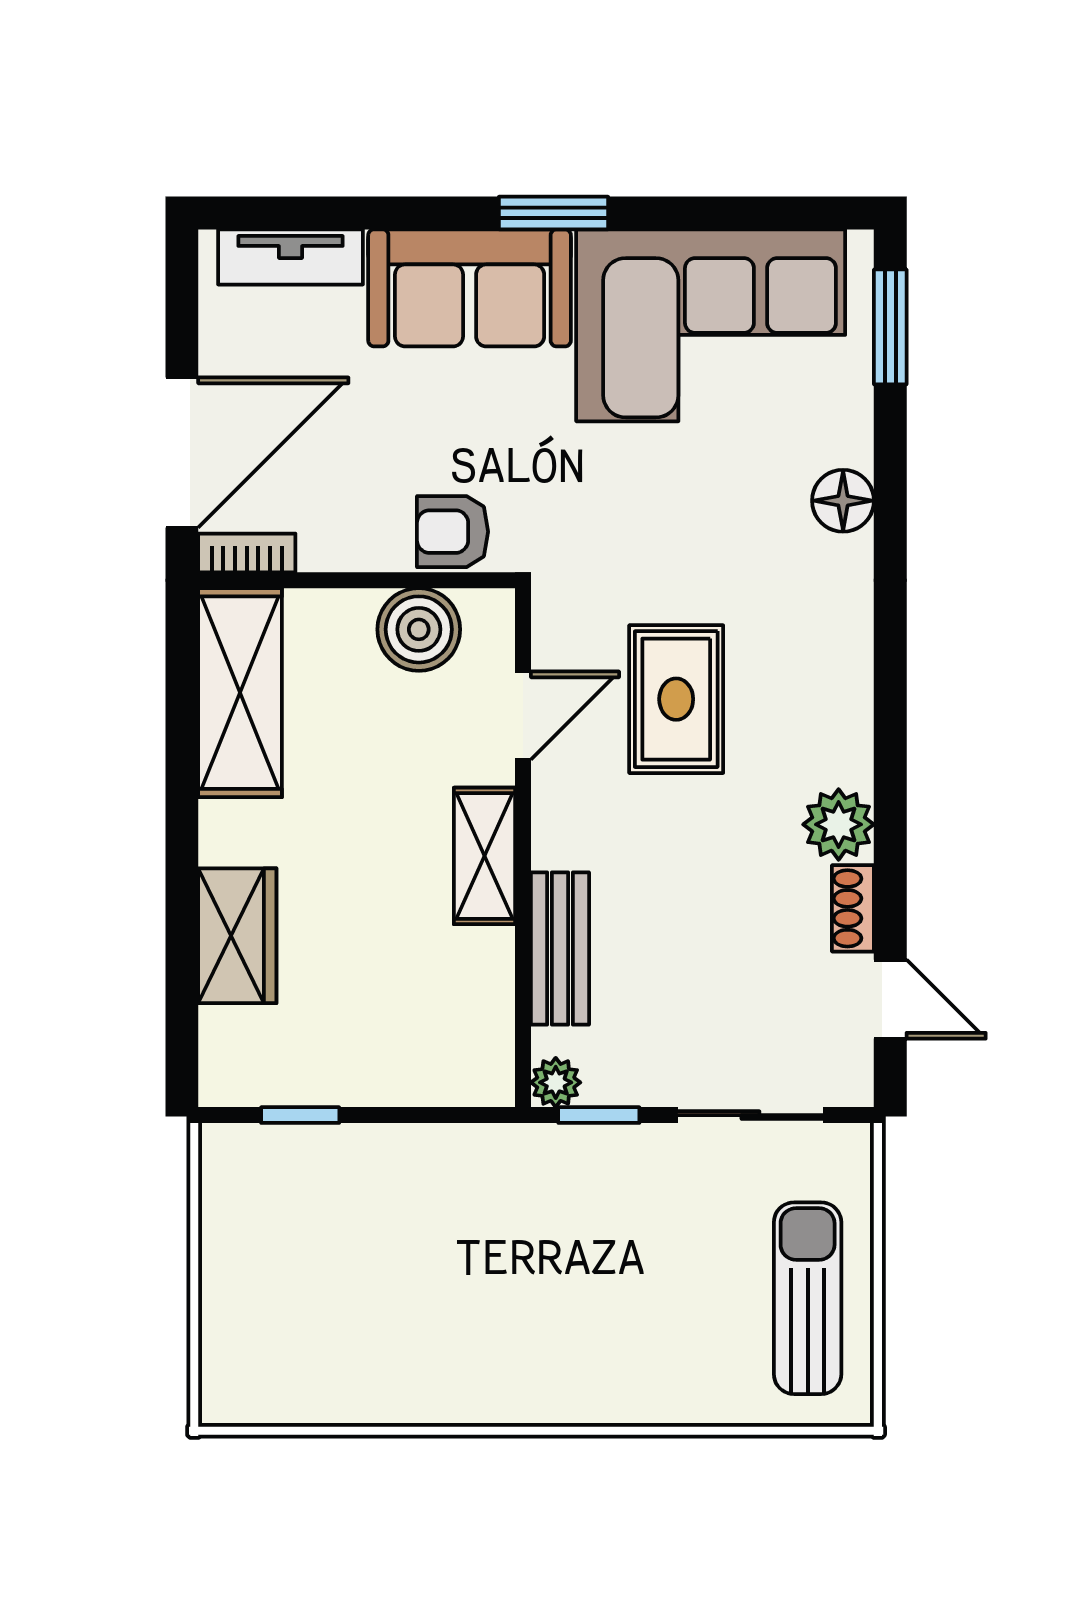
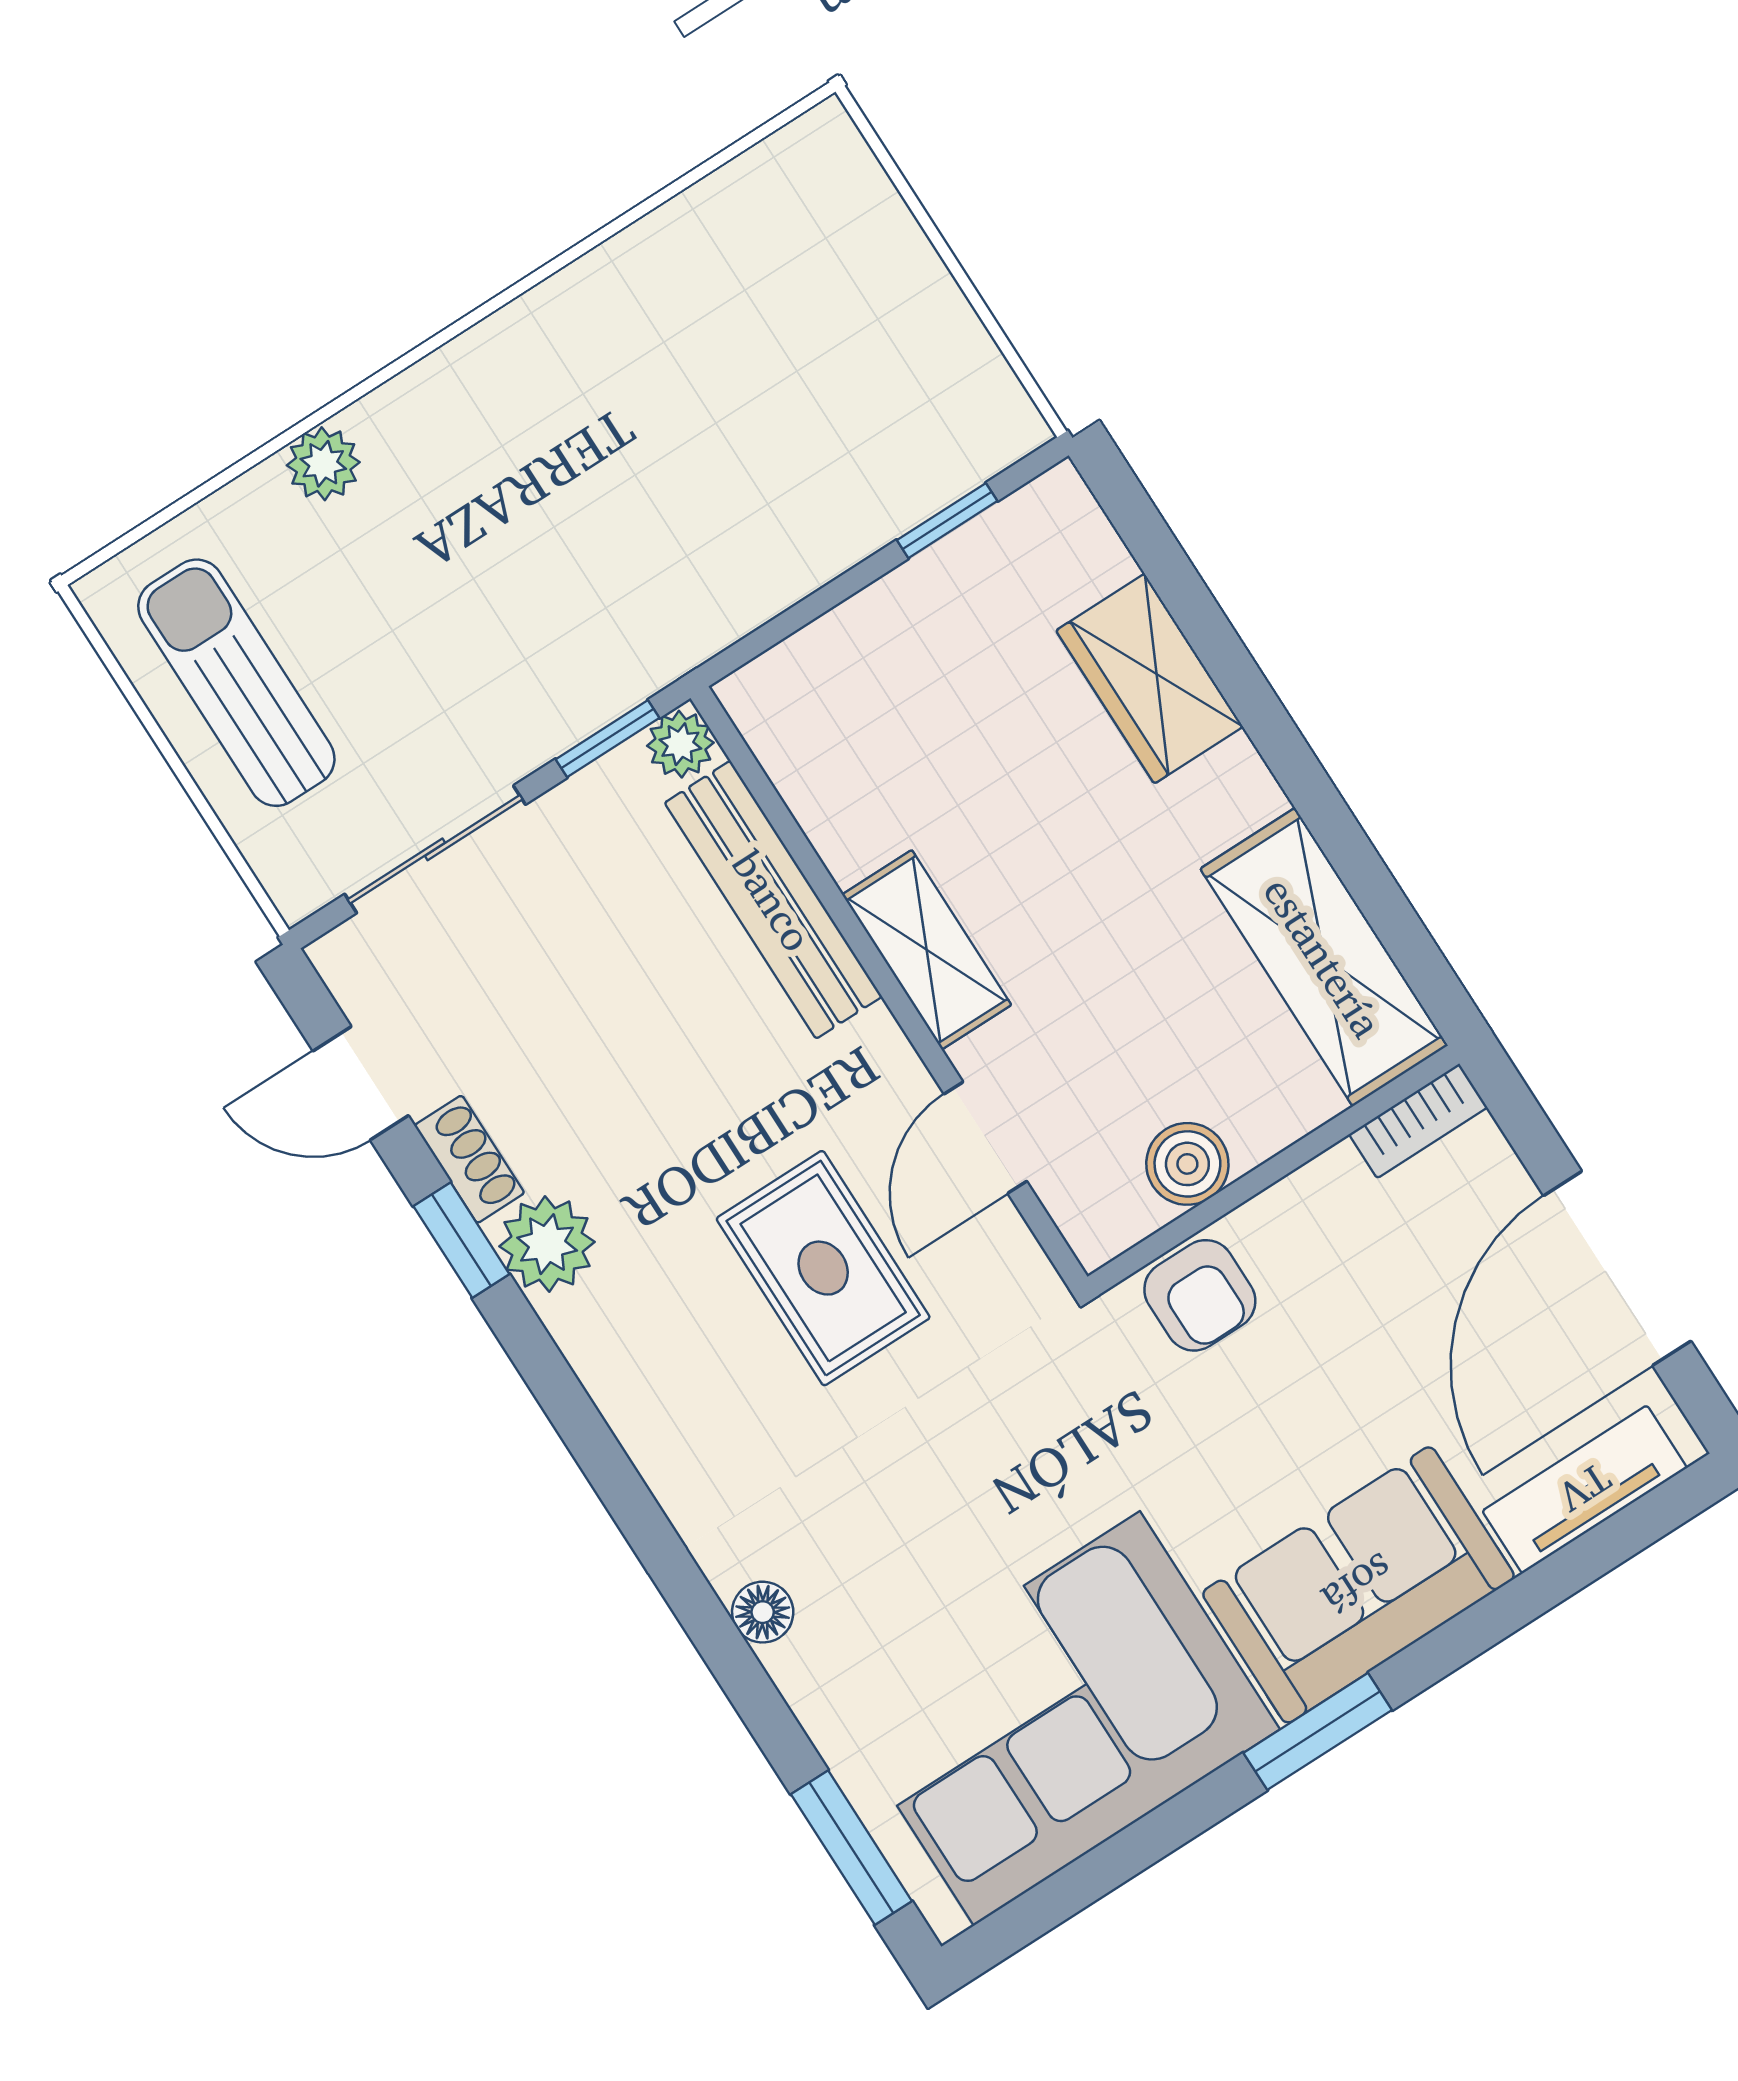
door: (182, 453) -> (1617, 1268), moved
floor lamp: (843, 501) -> (763, 1612), width x0.73, depth x0.73
armchair: (453, 532) -> (1200, 1295), turned 90
boiler: (419, 629) -> (1187, 1164), width x0.73, depth x0.73
window: (890, 861) -> (461, 1240), added
bench: (560, 948) -> (773, 900), width x1.36
sun lounger: (808, 1298) -> (236, 683), turned 180
plant: (666, 1400) -> (323, 464), added

